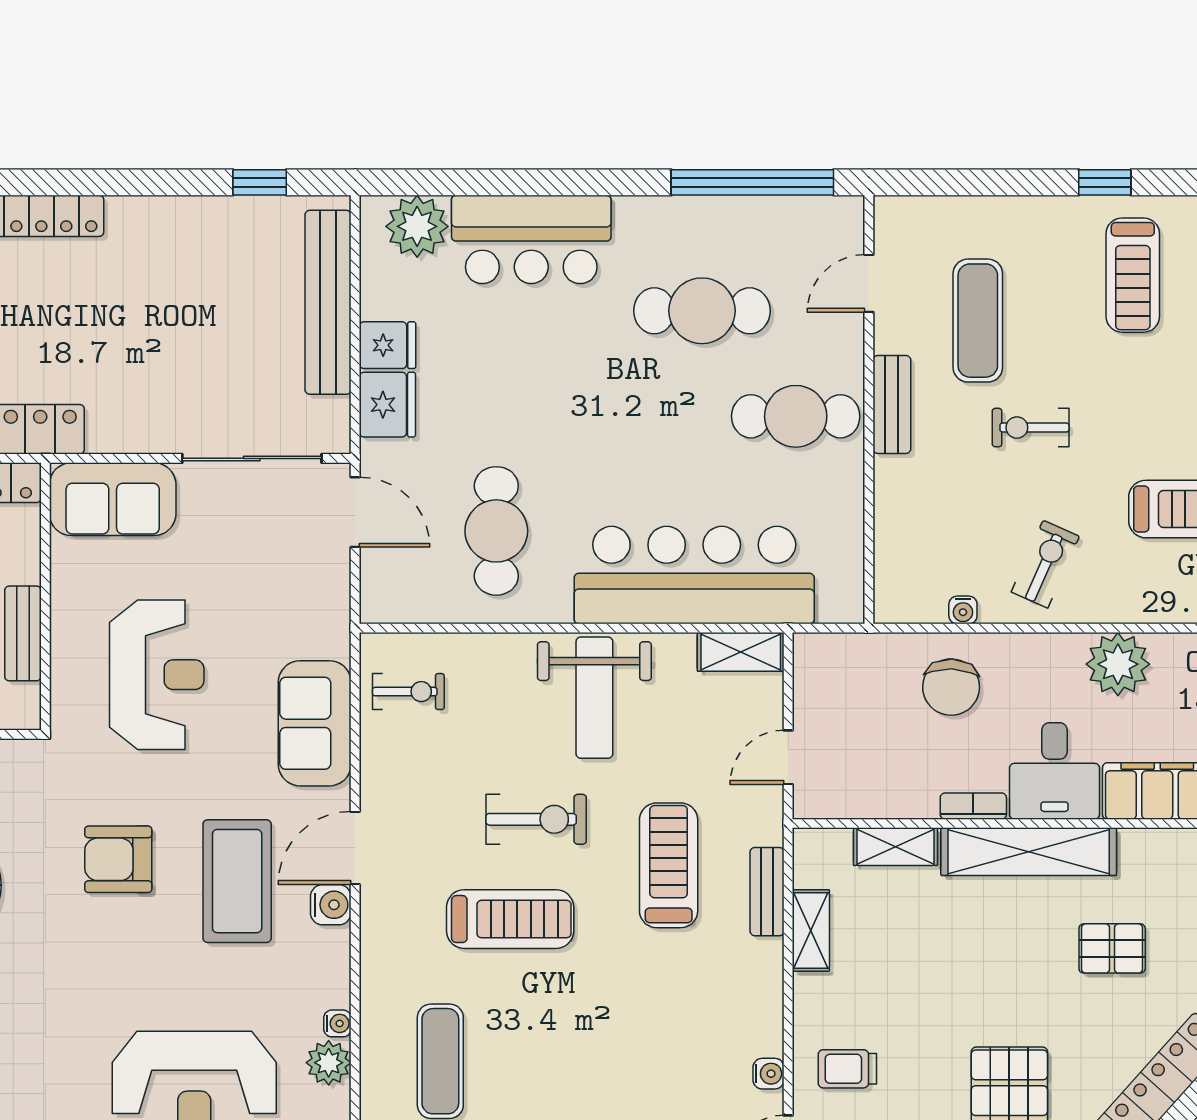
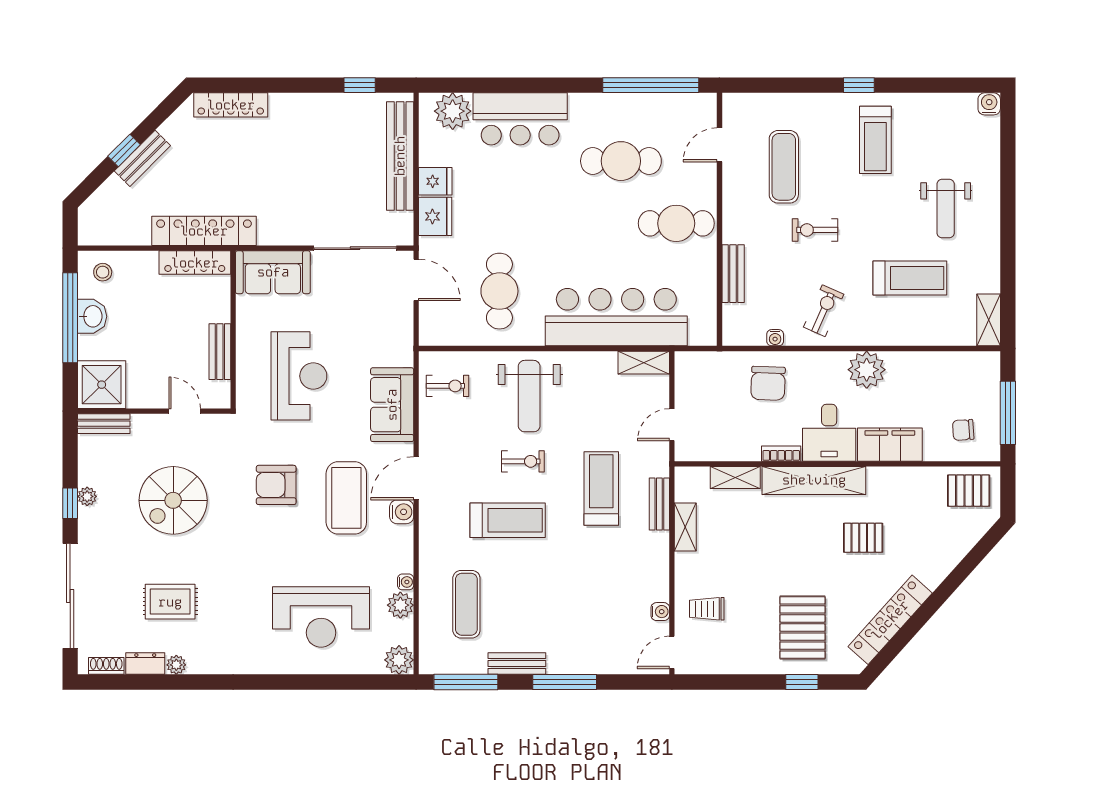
bench: (892, 404) -> (733, 274), moved
weight bench: (594, 698) -> (529, 396), moved
exercise bike: (536, 819) -> (523, 461), width x0.73, depth x0.72

